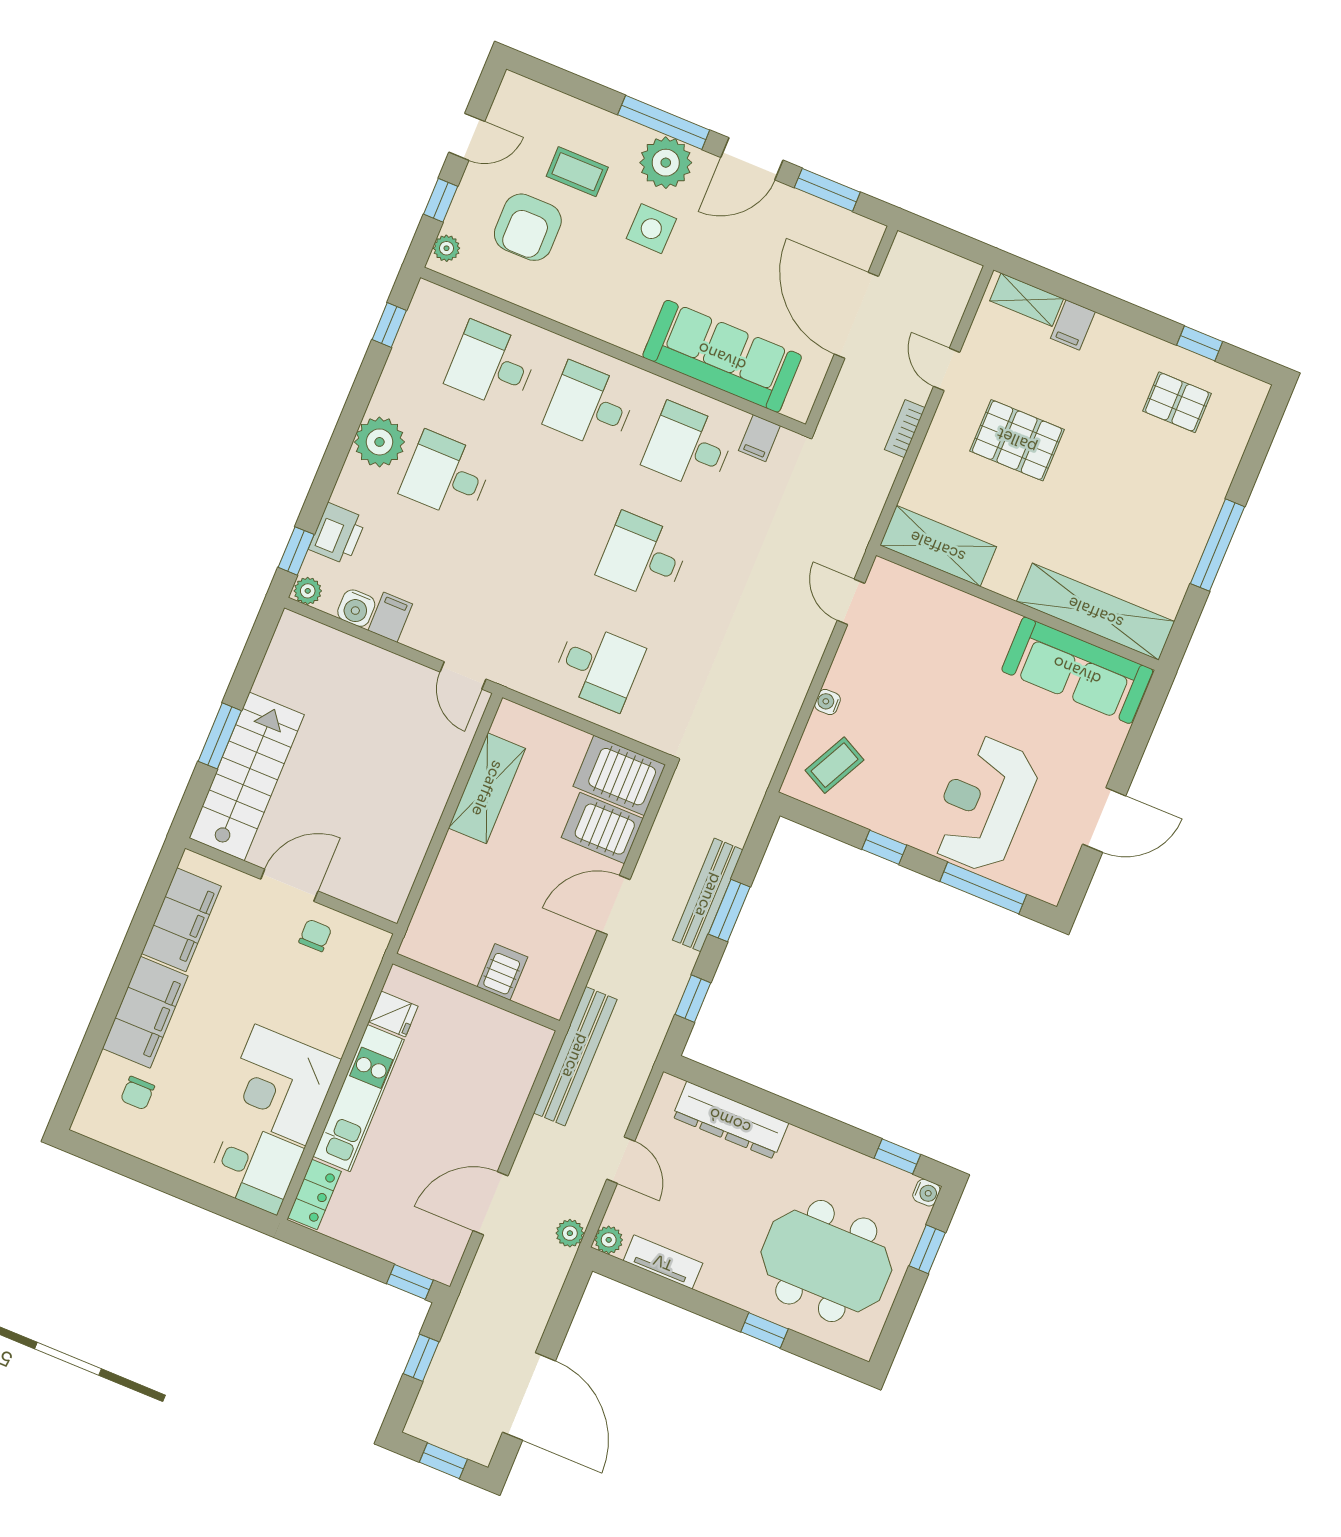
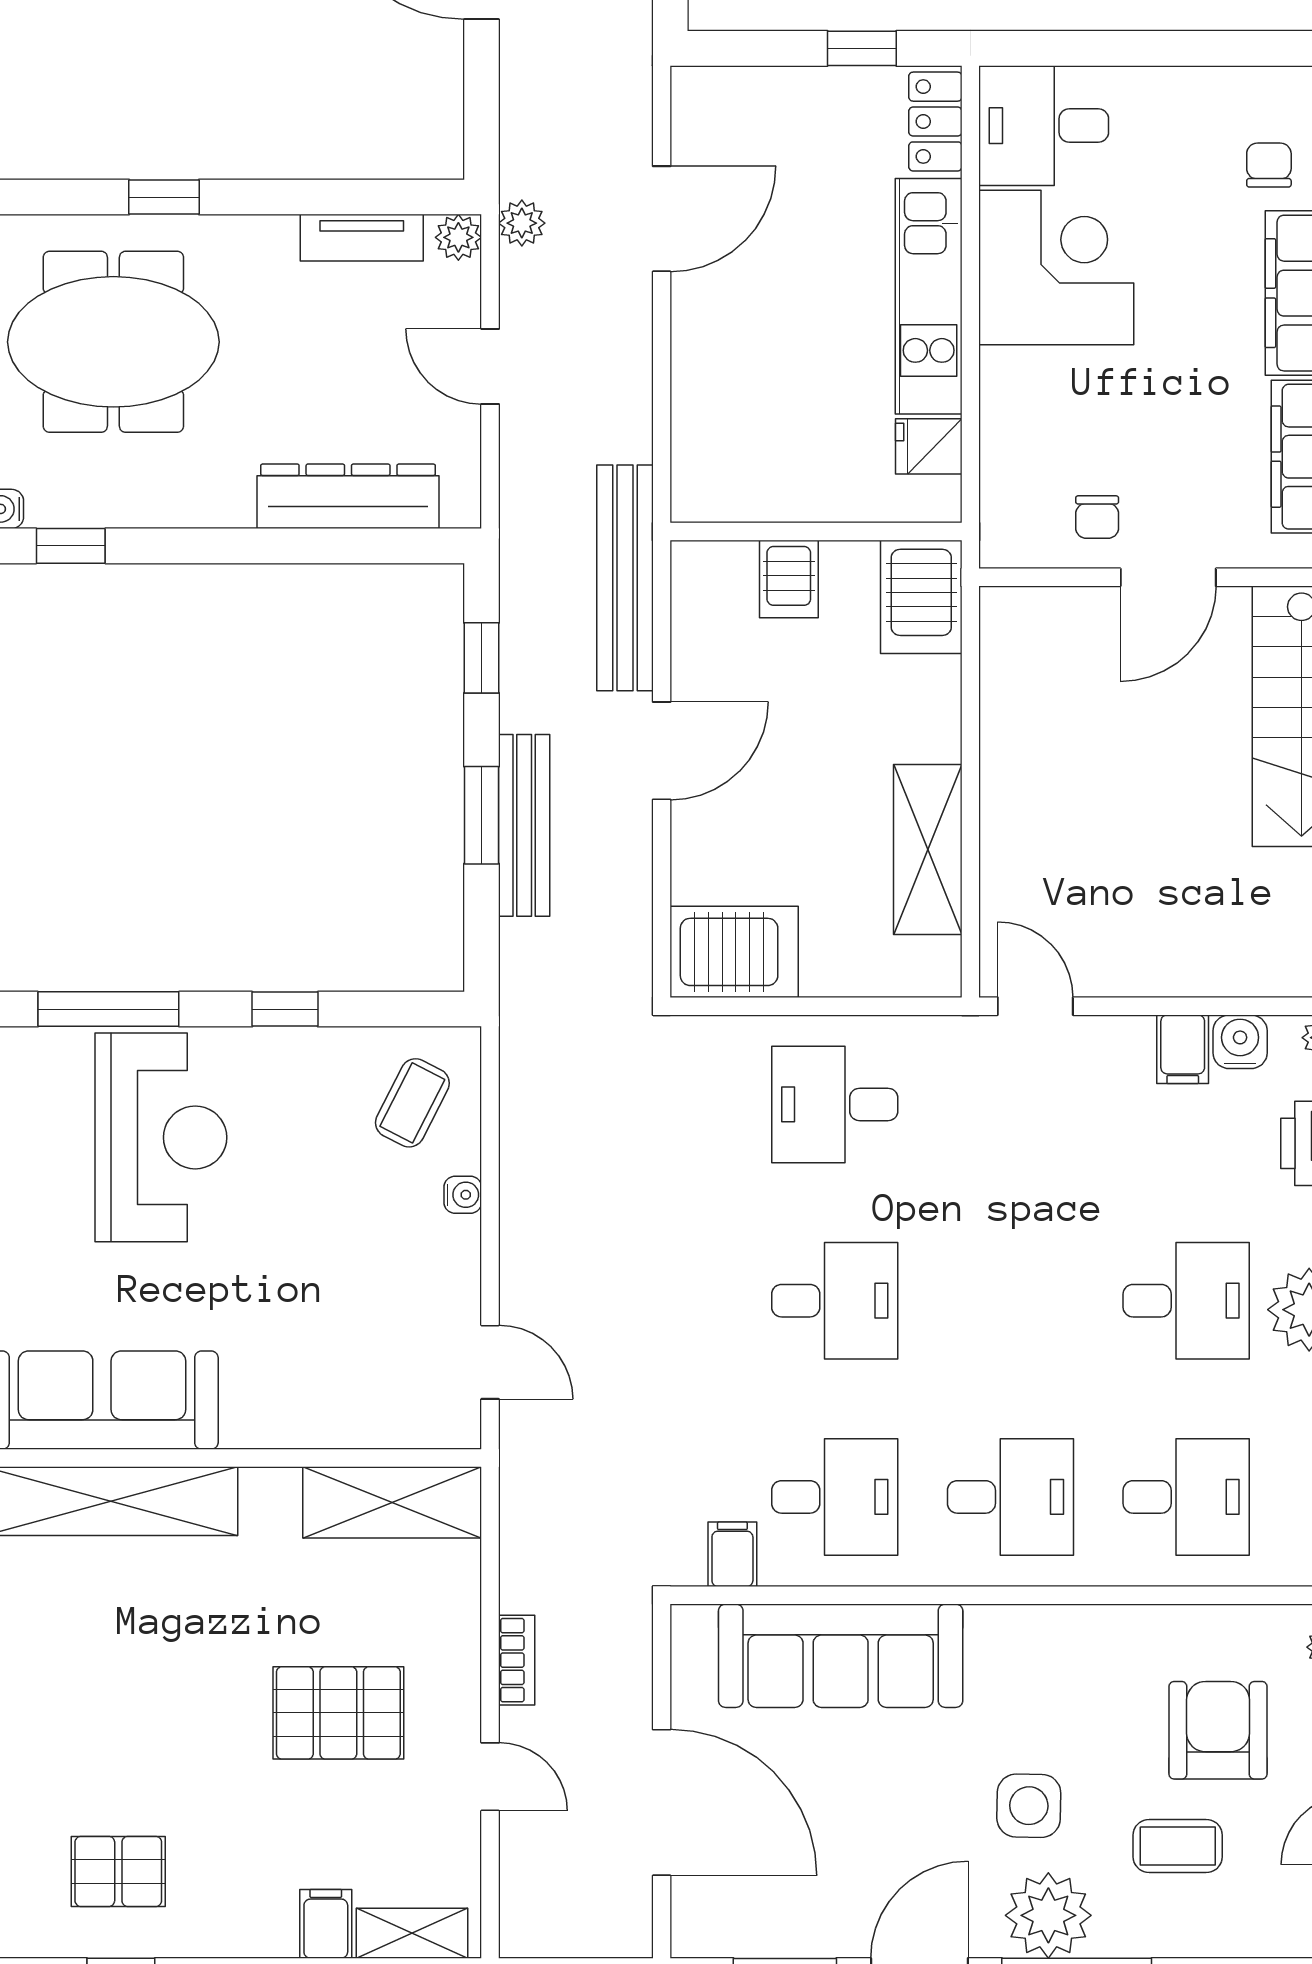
server rack: (602, 828) -> (921, 597), moved, turned 90
bench: (575, 1056) -> (625, 578), moved
window: (410, 1282) -> (862, 48), moved

